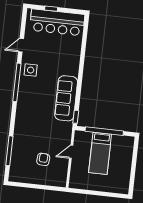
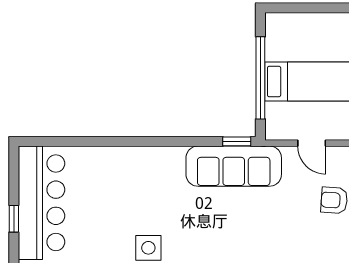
sofa: (66, 98) -> (234, 166), moved

